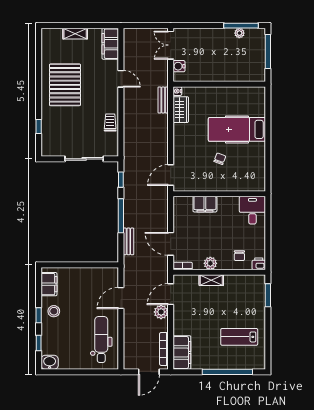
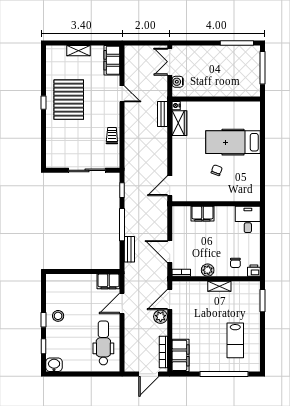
plant: (239, 33) -> (235, 50), removed
window: (39, 126) -> (44, 103), moved
shelving: (211, 280) -> (219, 286), moved
filing cabinet: (49, 284) -> (108, 281), moved, turned 90
lab bench: (239, 337) -> (235, 340), turned -90

